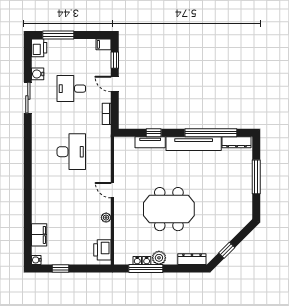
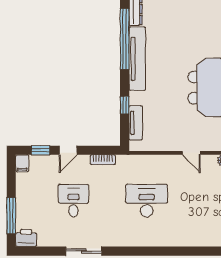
water cooler: (38, 74) -> (57, 240), removed
desk: (71, 89) -> (73, 201), turned 180
tv unit: (150, 142) -> (136, 123), moved
door: (112, 190) -> (191, 153), hinge flipped

